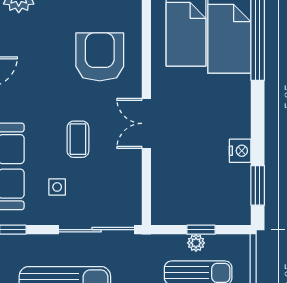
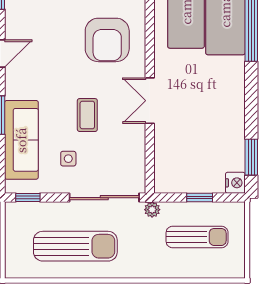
armchair: (100, 57) -> (107, 40), turned 180
nightstand: (240, 151) -> (235, 183), moved
plant: (196, 243) -> (152, 210), moved

